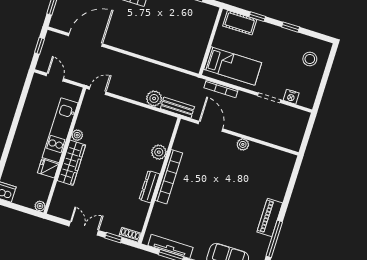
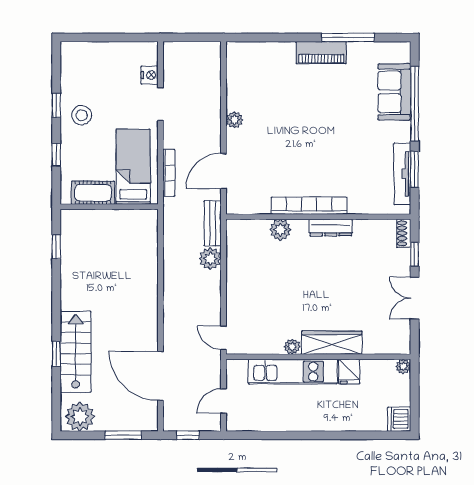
cot: (240, 23) -> (93, 193), moved, turned 90
stool: (310, 59) -> (82, 115), moved

